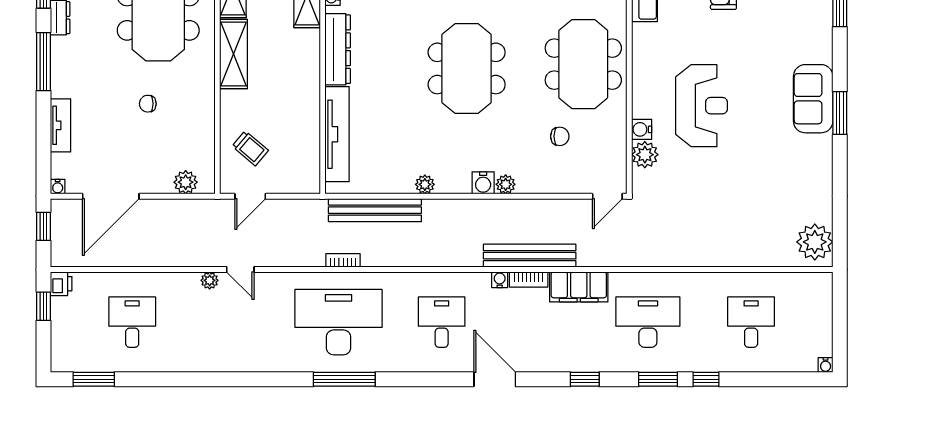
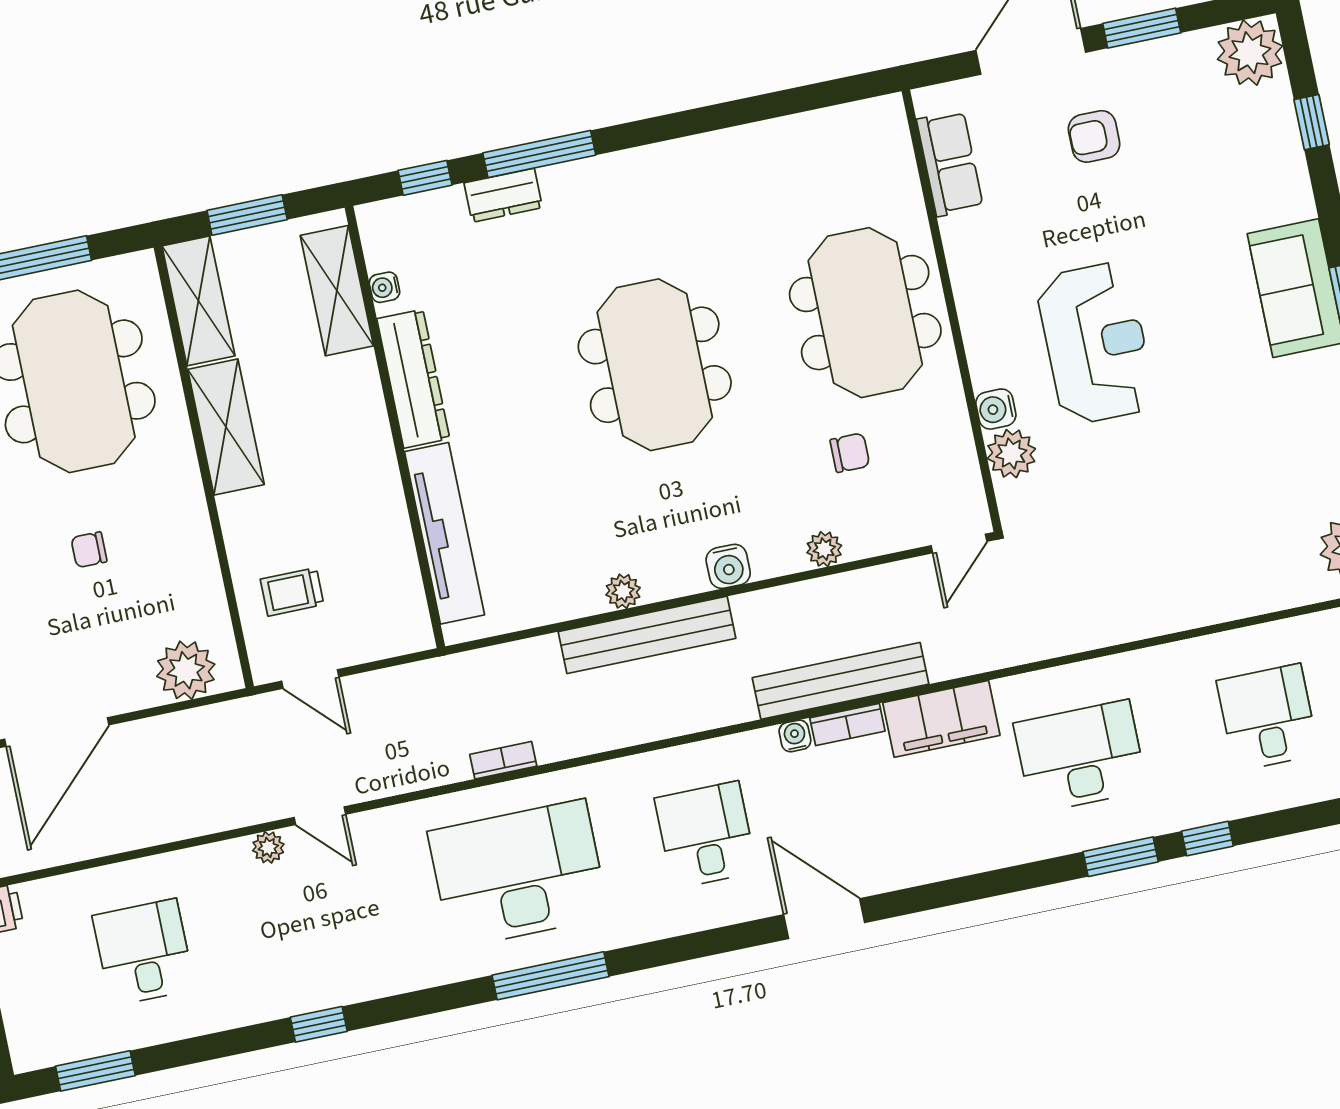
trolley: (250, 148) -> (292, 592), turned 140
plant: (186, 182) -> (186, 670), width x1.36, depth x1.36
plant: (506, 184) -> (824, 549), moved
door: (250, 196) -> (310, 679), hinge flipped
bench: (375, 210) -> (647, 635), moved
window: (585, 379) -> (319, 1024), moved

